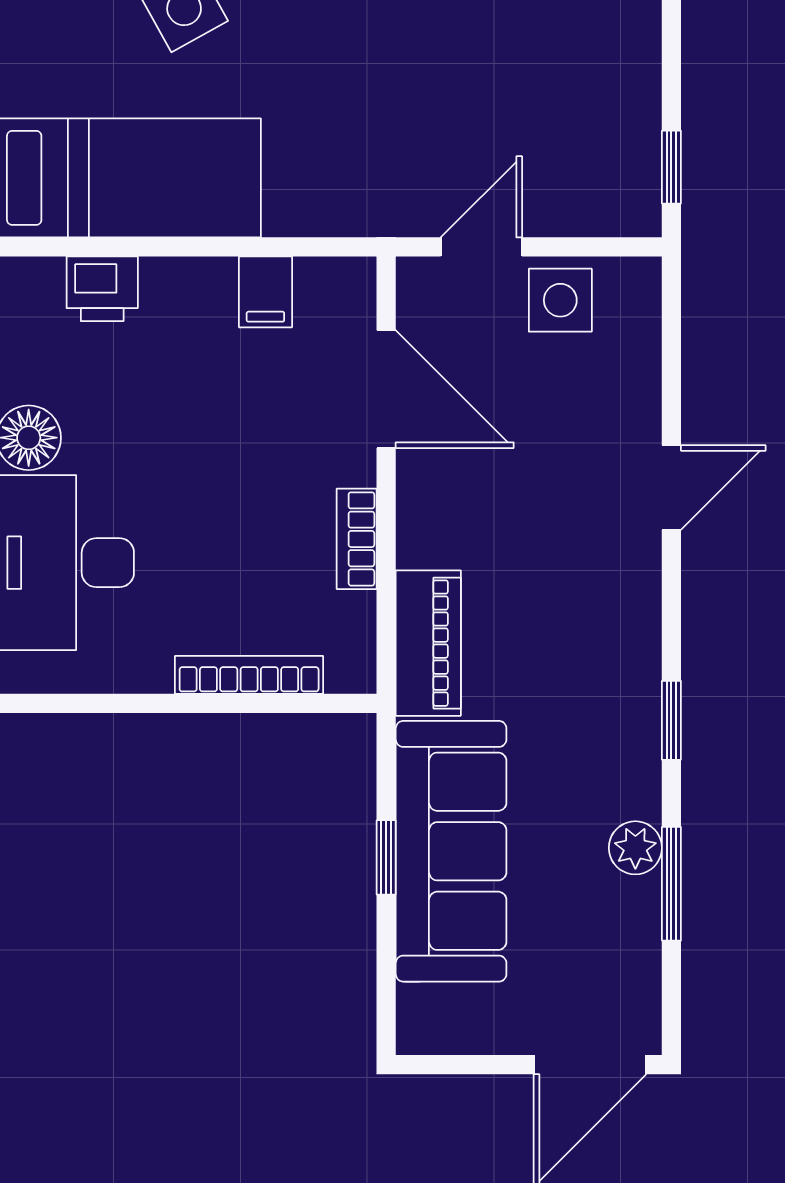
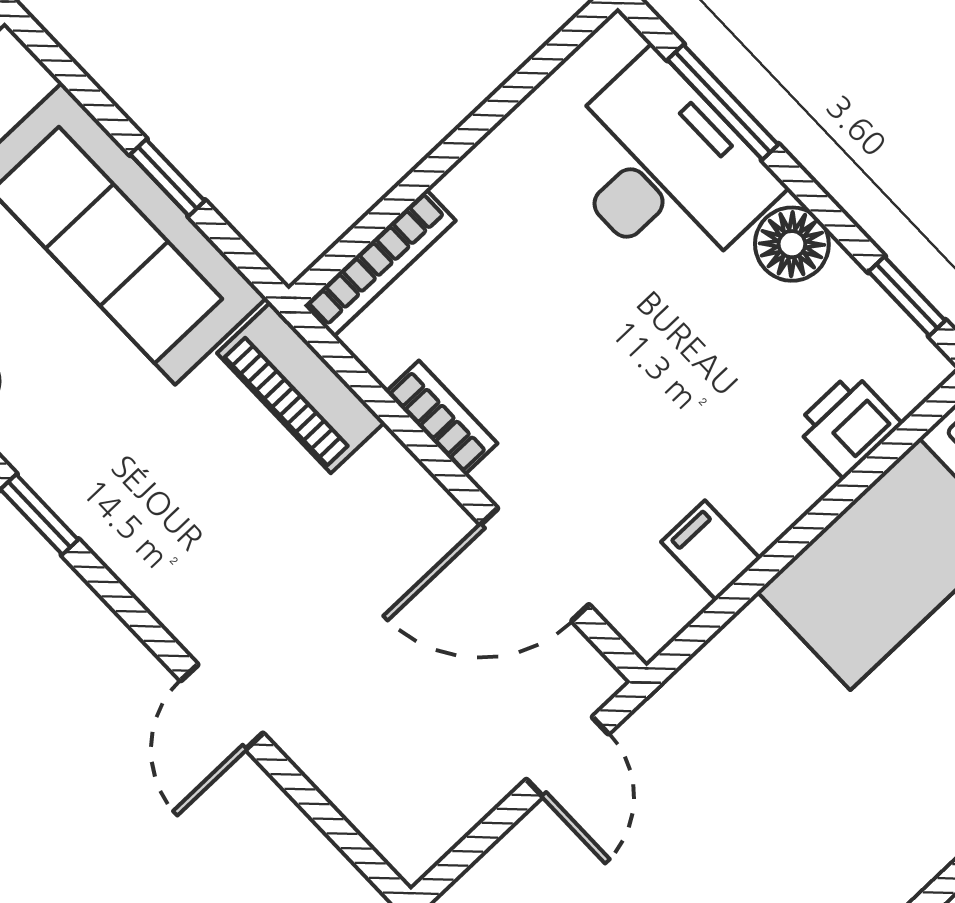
side table: (560, 300) -> (460, 775), removed
bookcase: (249, 675) -> (380, 263), moved

